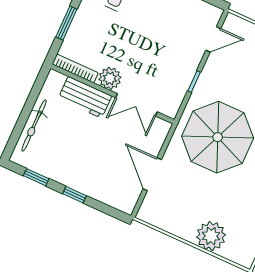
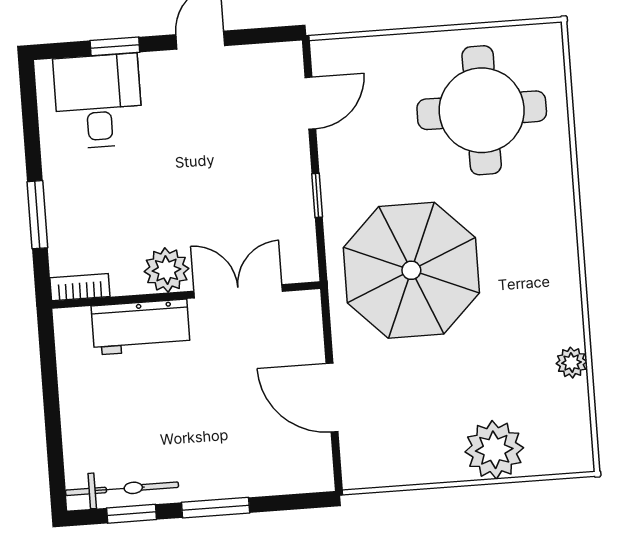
bookcase: (75, 68) -> (80, 287), width x0.64
double door: (136, 105) -> (238, 291), swing flipped
bicycle: (34, 125) -> (122, 489), moved, turned -90
window: (75, 195) -> (216, 508), width x1.50

